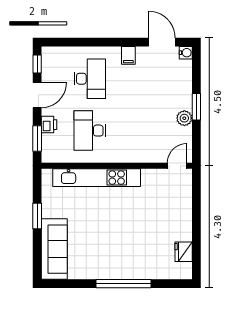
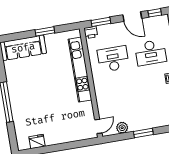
plant: (184, 118) -> (122, 128), moved
printer: (49, 125) -> (91, 32), moved
door: (177, 166) -> (98, 126), hinge flipped

